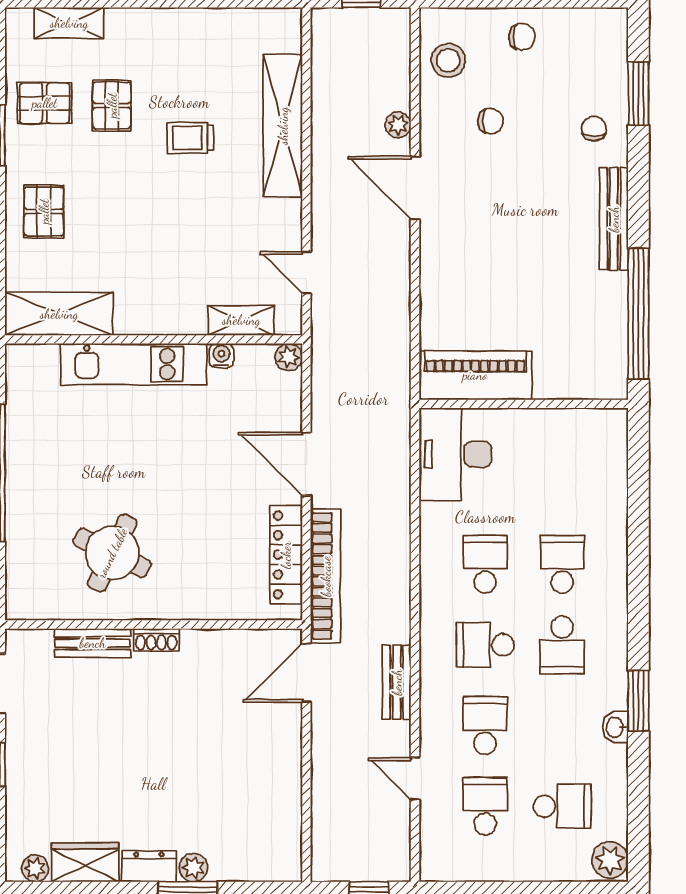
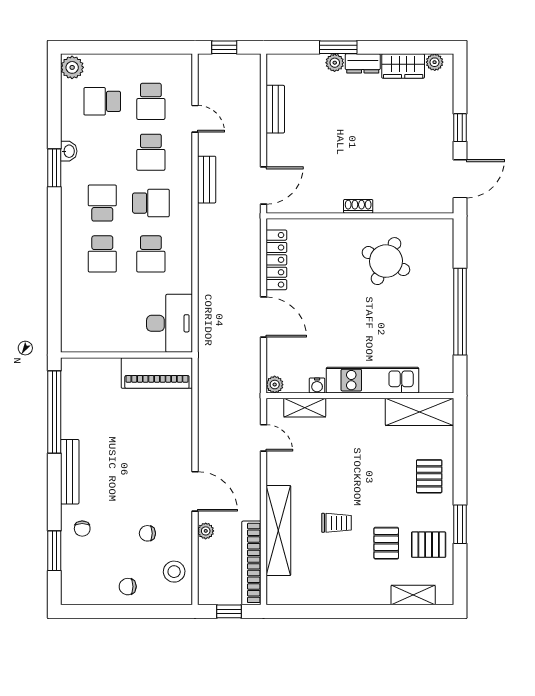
bookcase: (326, 576) -> (251, 563), moved
bench: (93, 643) -> (275, 109), moved, turned 90

